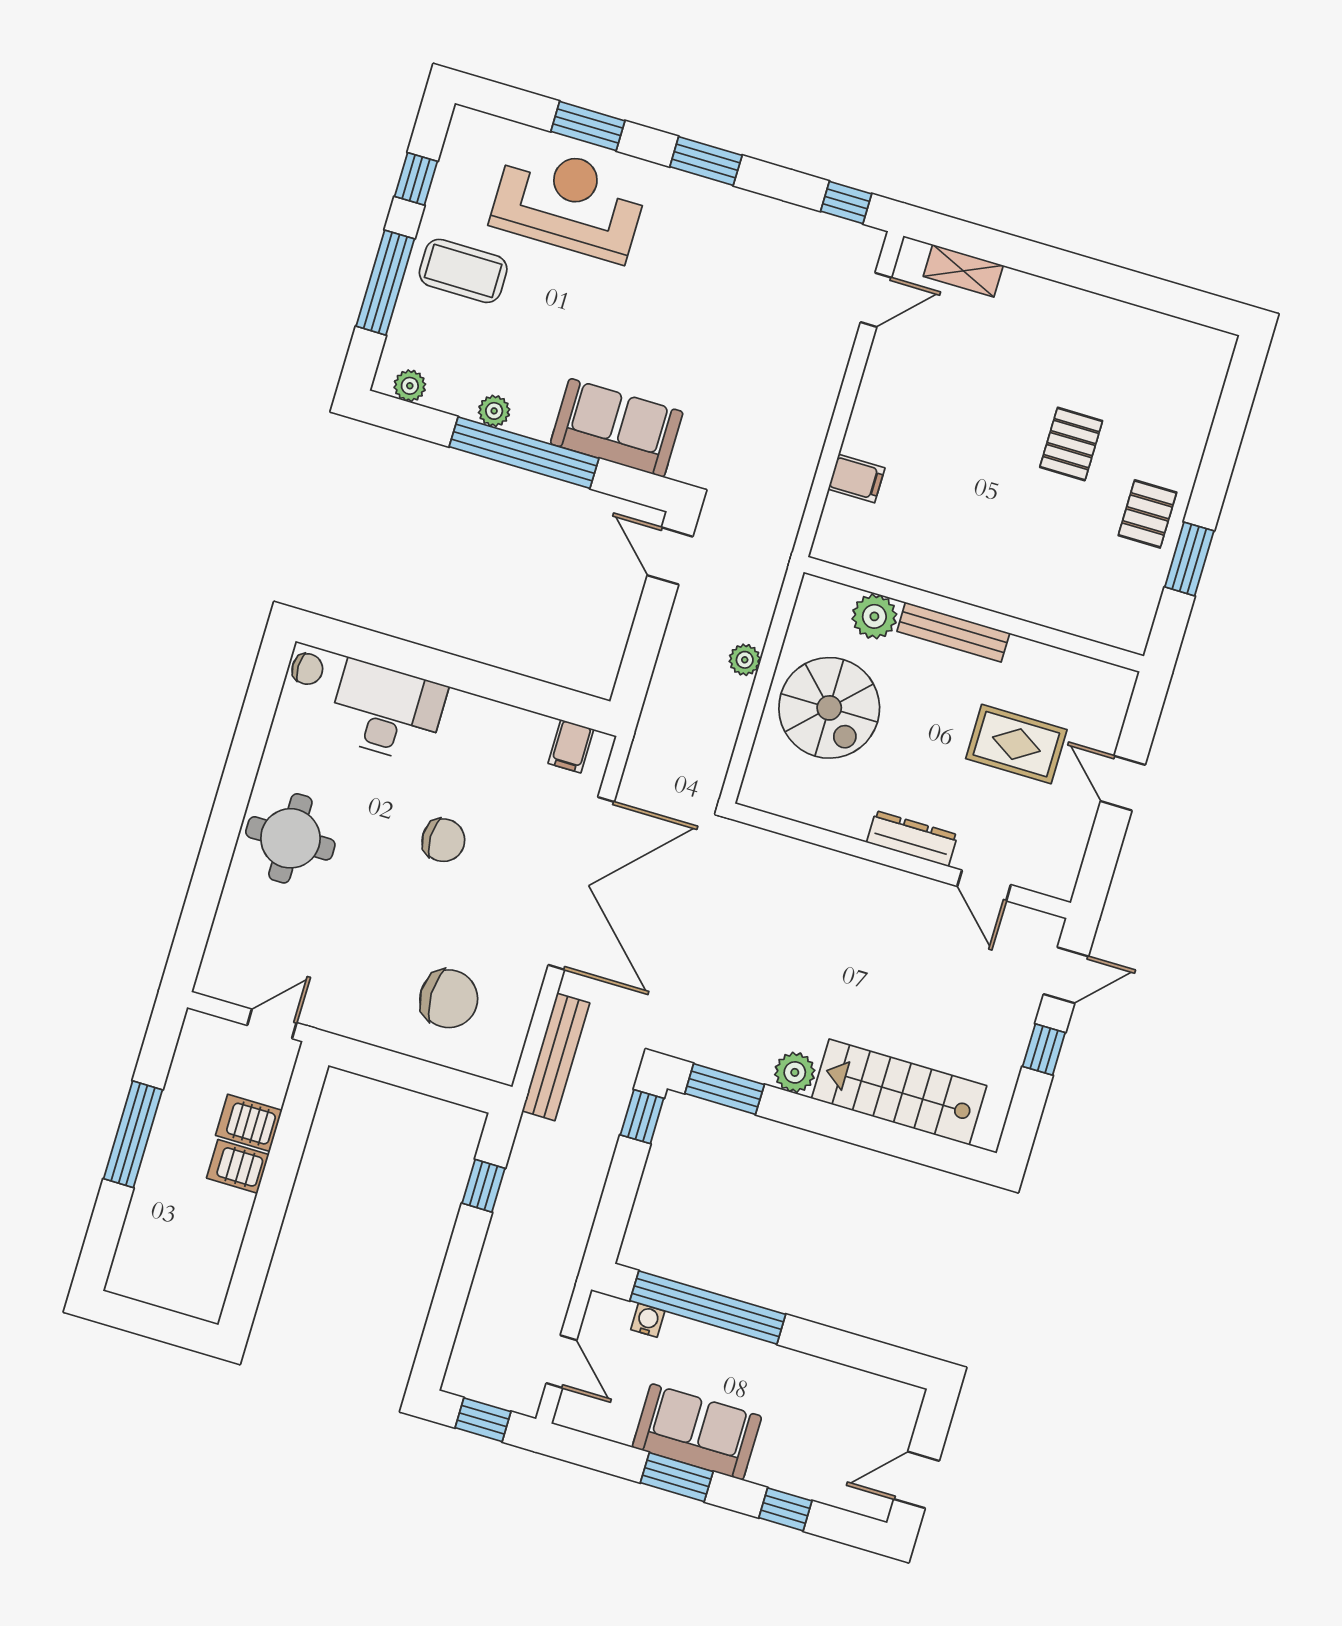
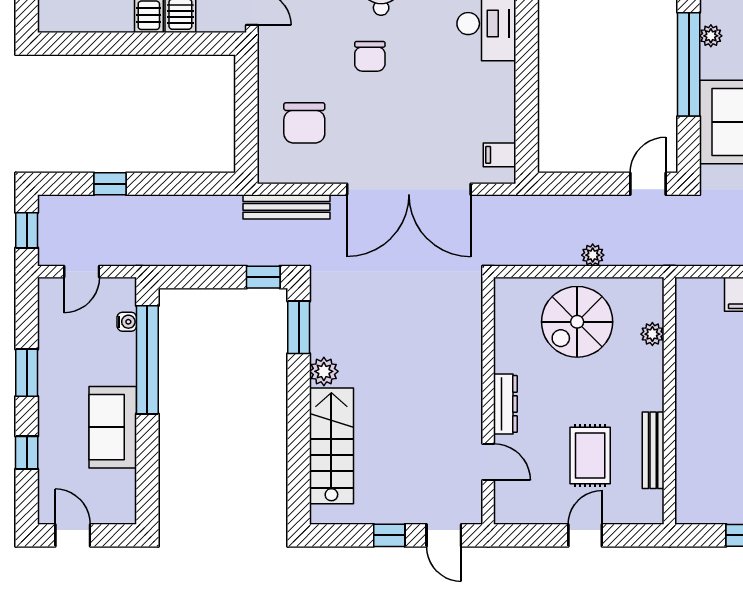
plant: (874, 616) -> (652, 334), width x0.73, depth x0.73
bench: (953, 632) -> (653, 450), moved
chair: (443, 840) -> (370, 56), moved
door: (984, 885) -> (488, 462), swing flipped
window: (483, 1186) -> (110, 184), moved
sofa: (697, 1432) -> (113, 427), moved, turned 180

